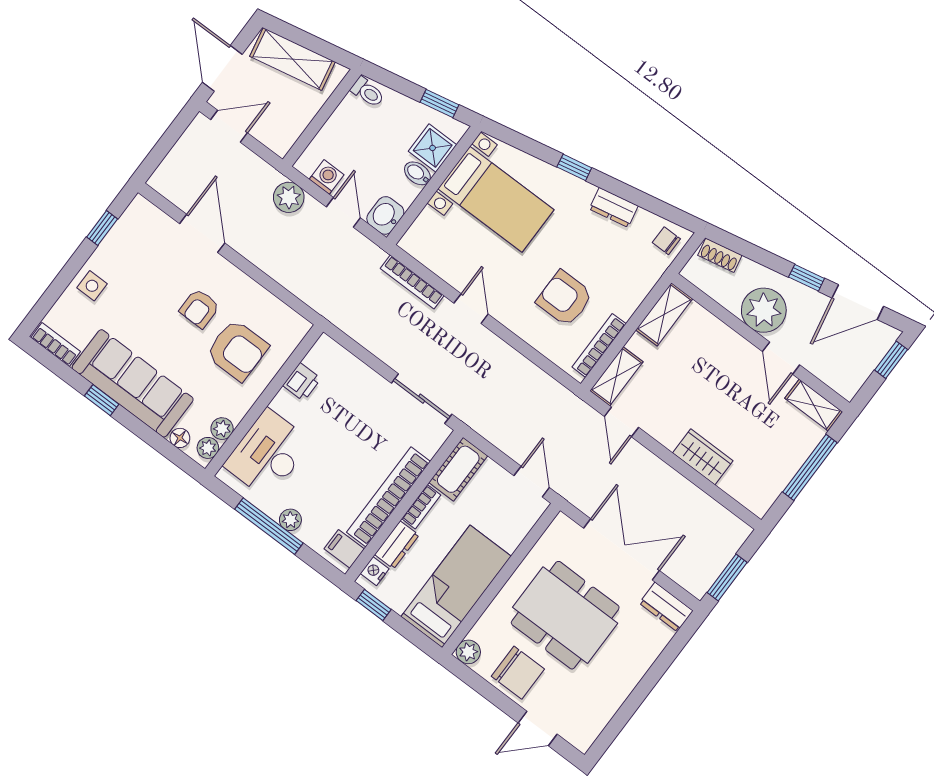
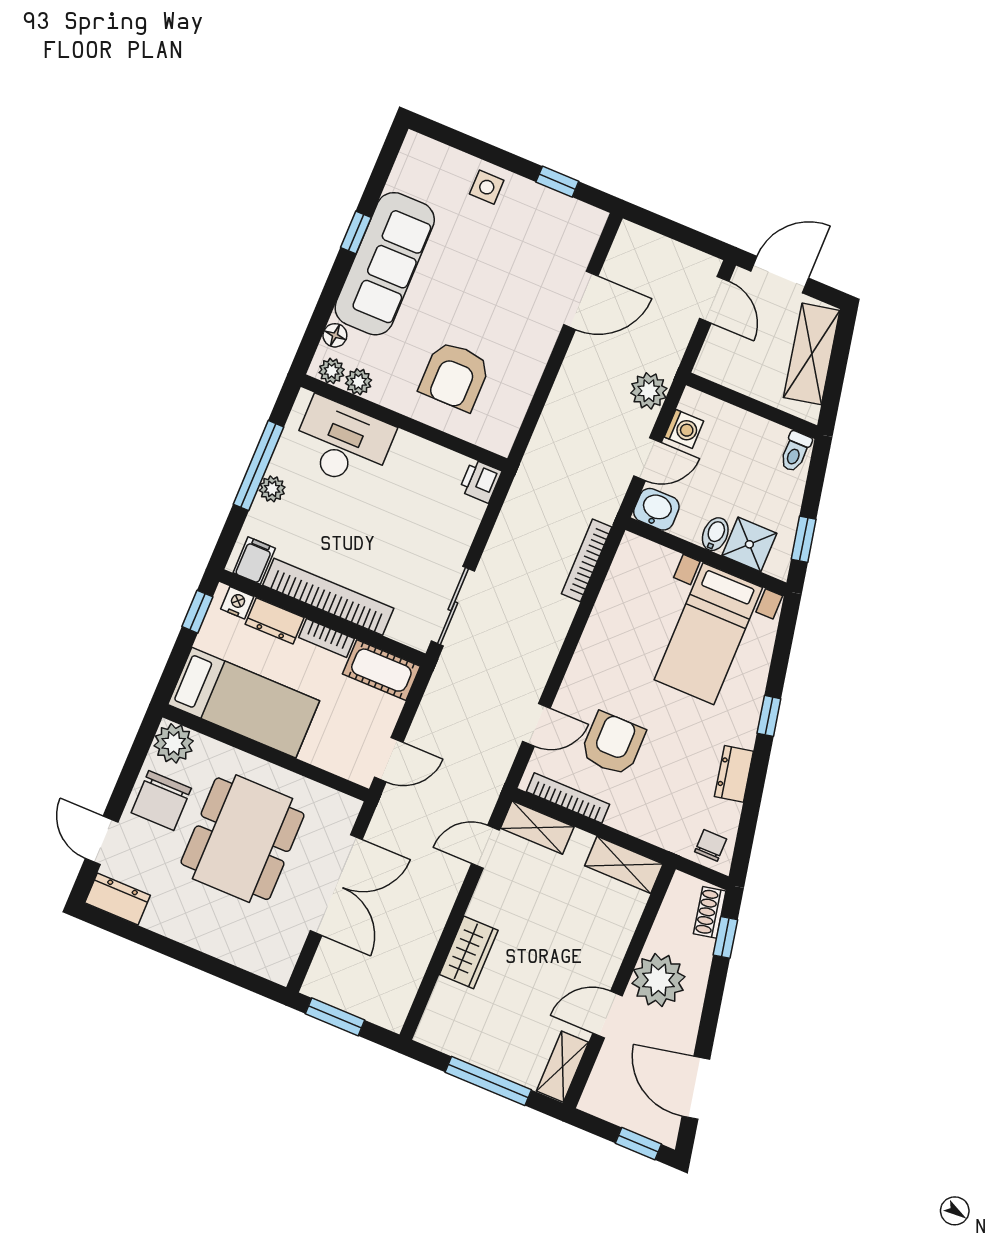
window: (807, 278) -> (725, 937), moved
armchair: (199, 308) -> (492, 319), removed
door: (471, 309) -> (536, 725), moved
bookcase: (56, 344) -> (407, 162), removed
printer: (302, 382) -> (480, 481), moved, turned 90
dresser: (666, 607) -> (118, 899), moved, turned 90
plant: (468, 652) -> (174, 743), width x1.38, depth x1.38

